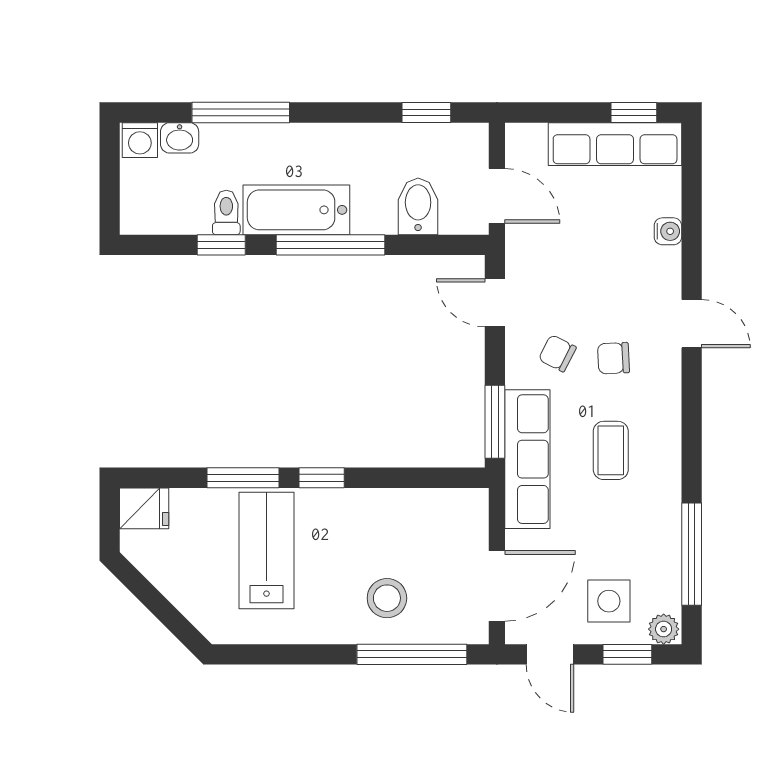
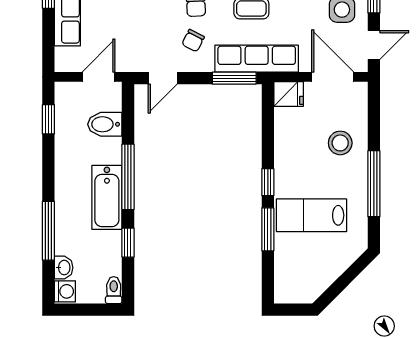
toilet: (226, 213) -> (114, 290), moved, turned 90
fridge: (144, 508) -> (289, 94), moved, turned 90
window: (412, 654) -> (374, 184), moved

